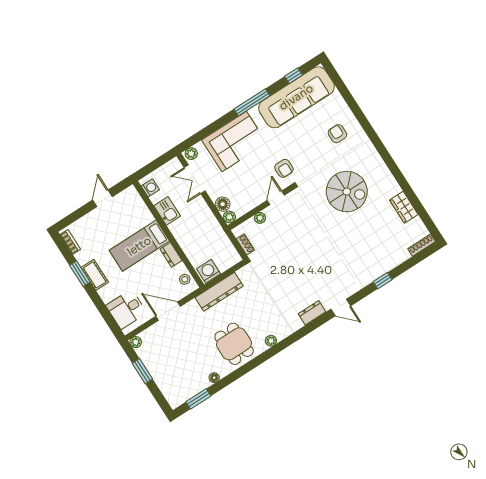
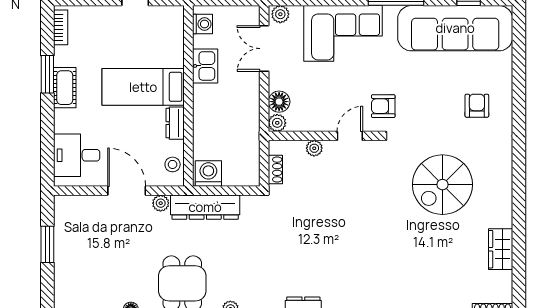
armchair: (284, 168) -> (383, 106), turned 90
spiral stairs: (347, 192) -> (442, 185), turned 90
plant: (136, 342) -> (161, 203), moved

